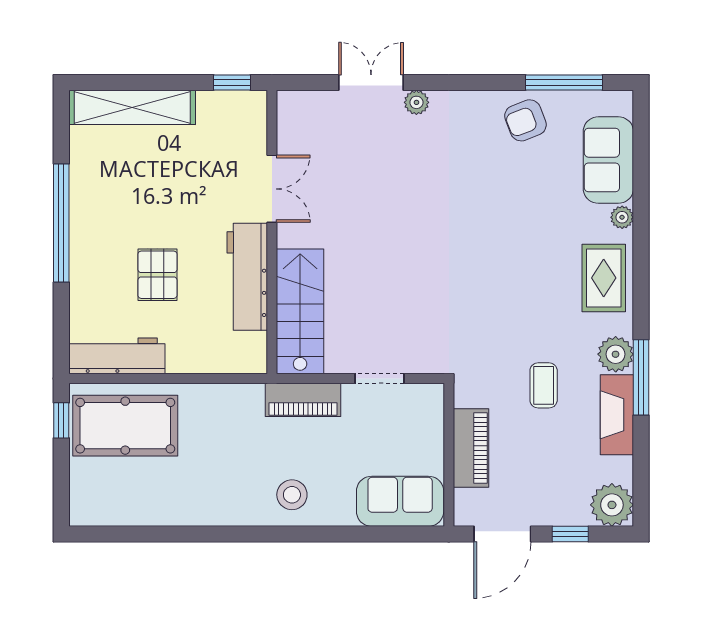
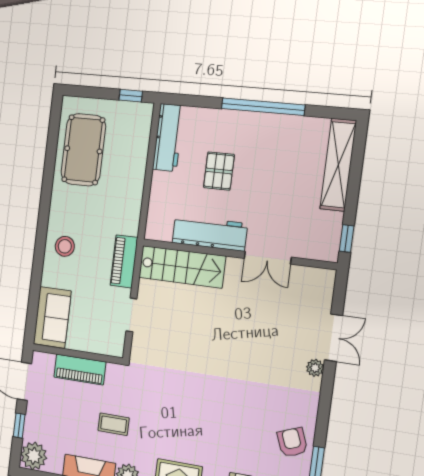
pallet: (157, 275) -> (219, 171), turned 90
pool table: (125, 426) -> (83, 150), moved

